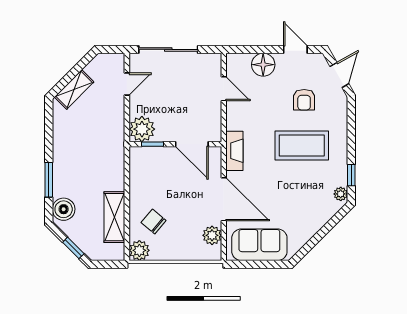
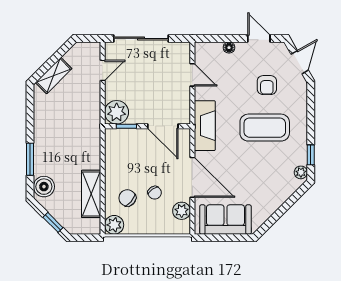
floor lamp: (263, 65) -> (229, 48), width x0.53, depth x0.53
fireplace: (234, 151) -> (205, 126), width x1.37, depth x1.32
chair: (183, 216) -> (155, 193), added

